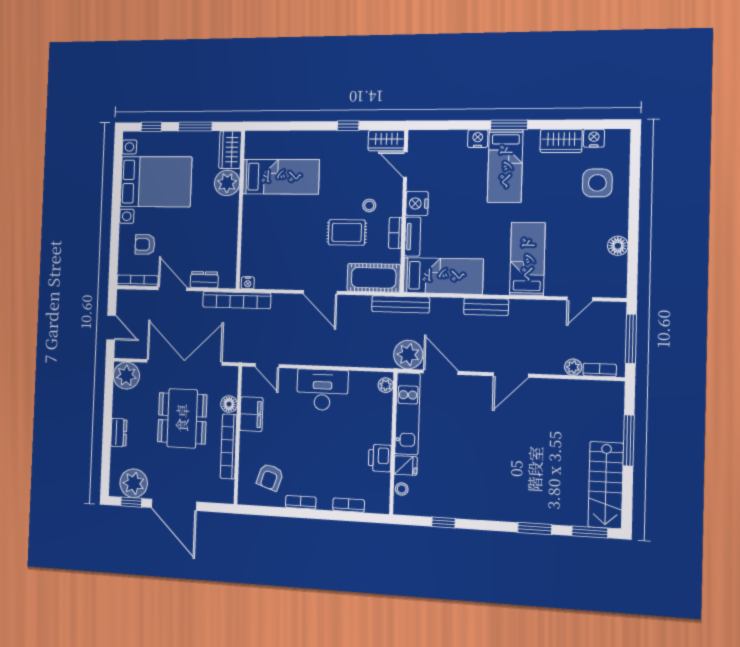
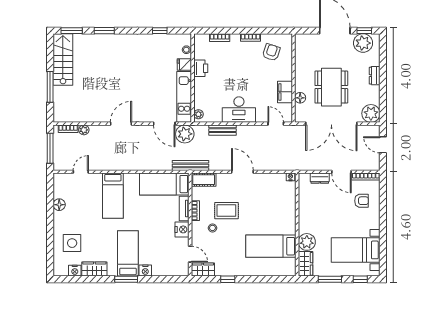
bed with nightstands: (156, 182) -> (356, 250), width x0.73
cot: (374, 278) -> (204, 180), width x0.73, depth x0.75
bookcase: (237, 300) -> (297, 165), removed
bench: (486, 307) -> (222, 130), moved
bookcase: (229, 446) -> (299, 70), removed

